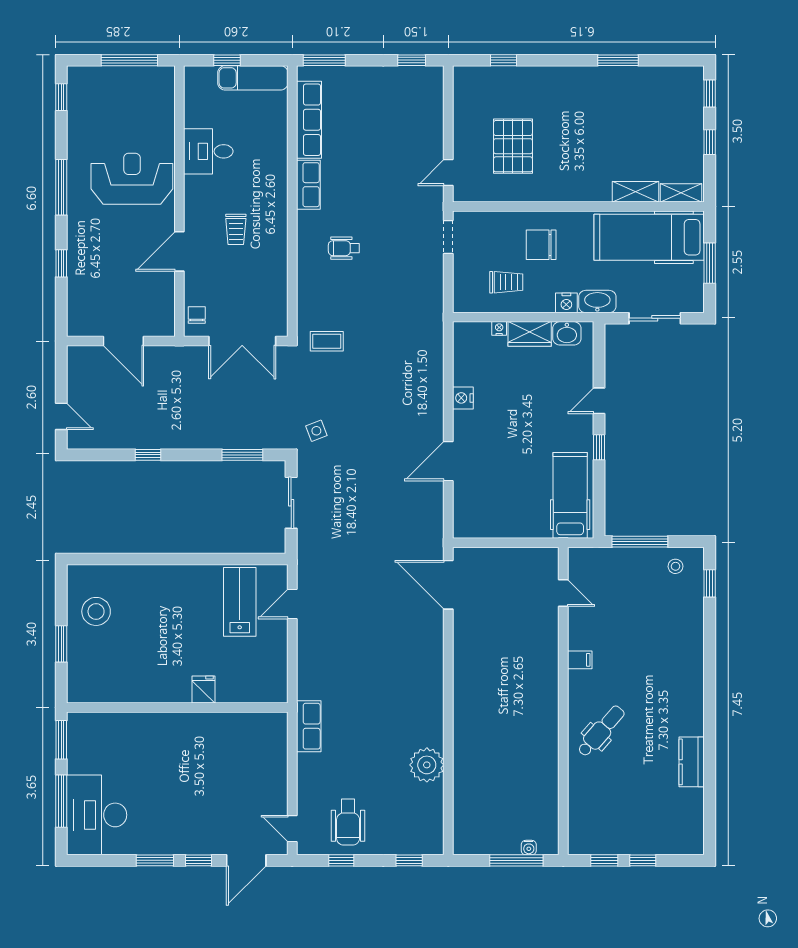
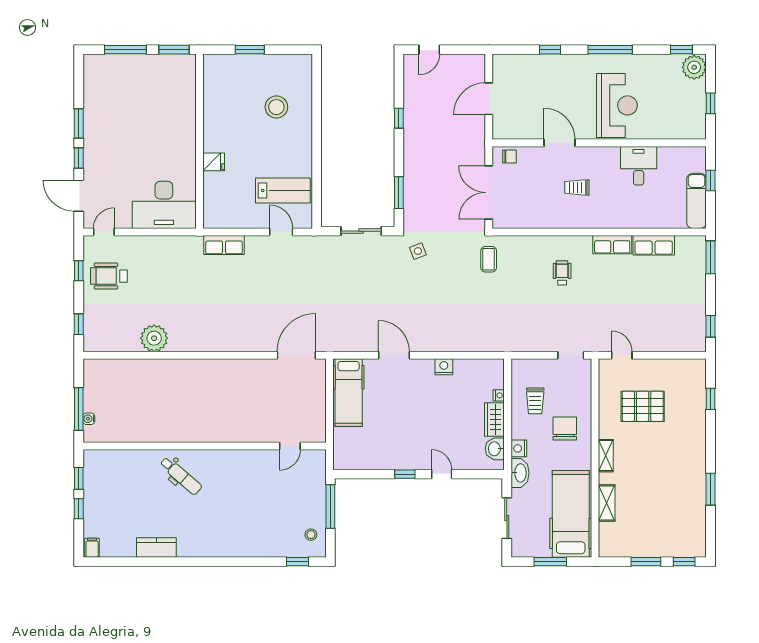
window: (129, 60) -> (711, 103), width x0.46
plant: (84, 81) -> (694, 67), added
row of seats: (309, 120) -> (654, 245), width x0.68
window: (710, 142) -> (646, 562), width x1.50
shelving: (681, 193) -> (606, 456), moved
hospital bed: (570, 495) -> (349, 393), moved, turned 90
stool: (96, 611) -> (276, 107), moved
filing cabinet: (580, 660) -> (92, 548), moved, turned 180
row of seats: (309, 726) -> (224, 245), moved
desk: (97, 815) -> (164, 205), moved, turned 180

